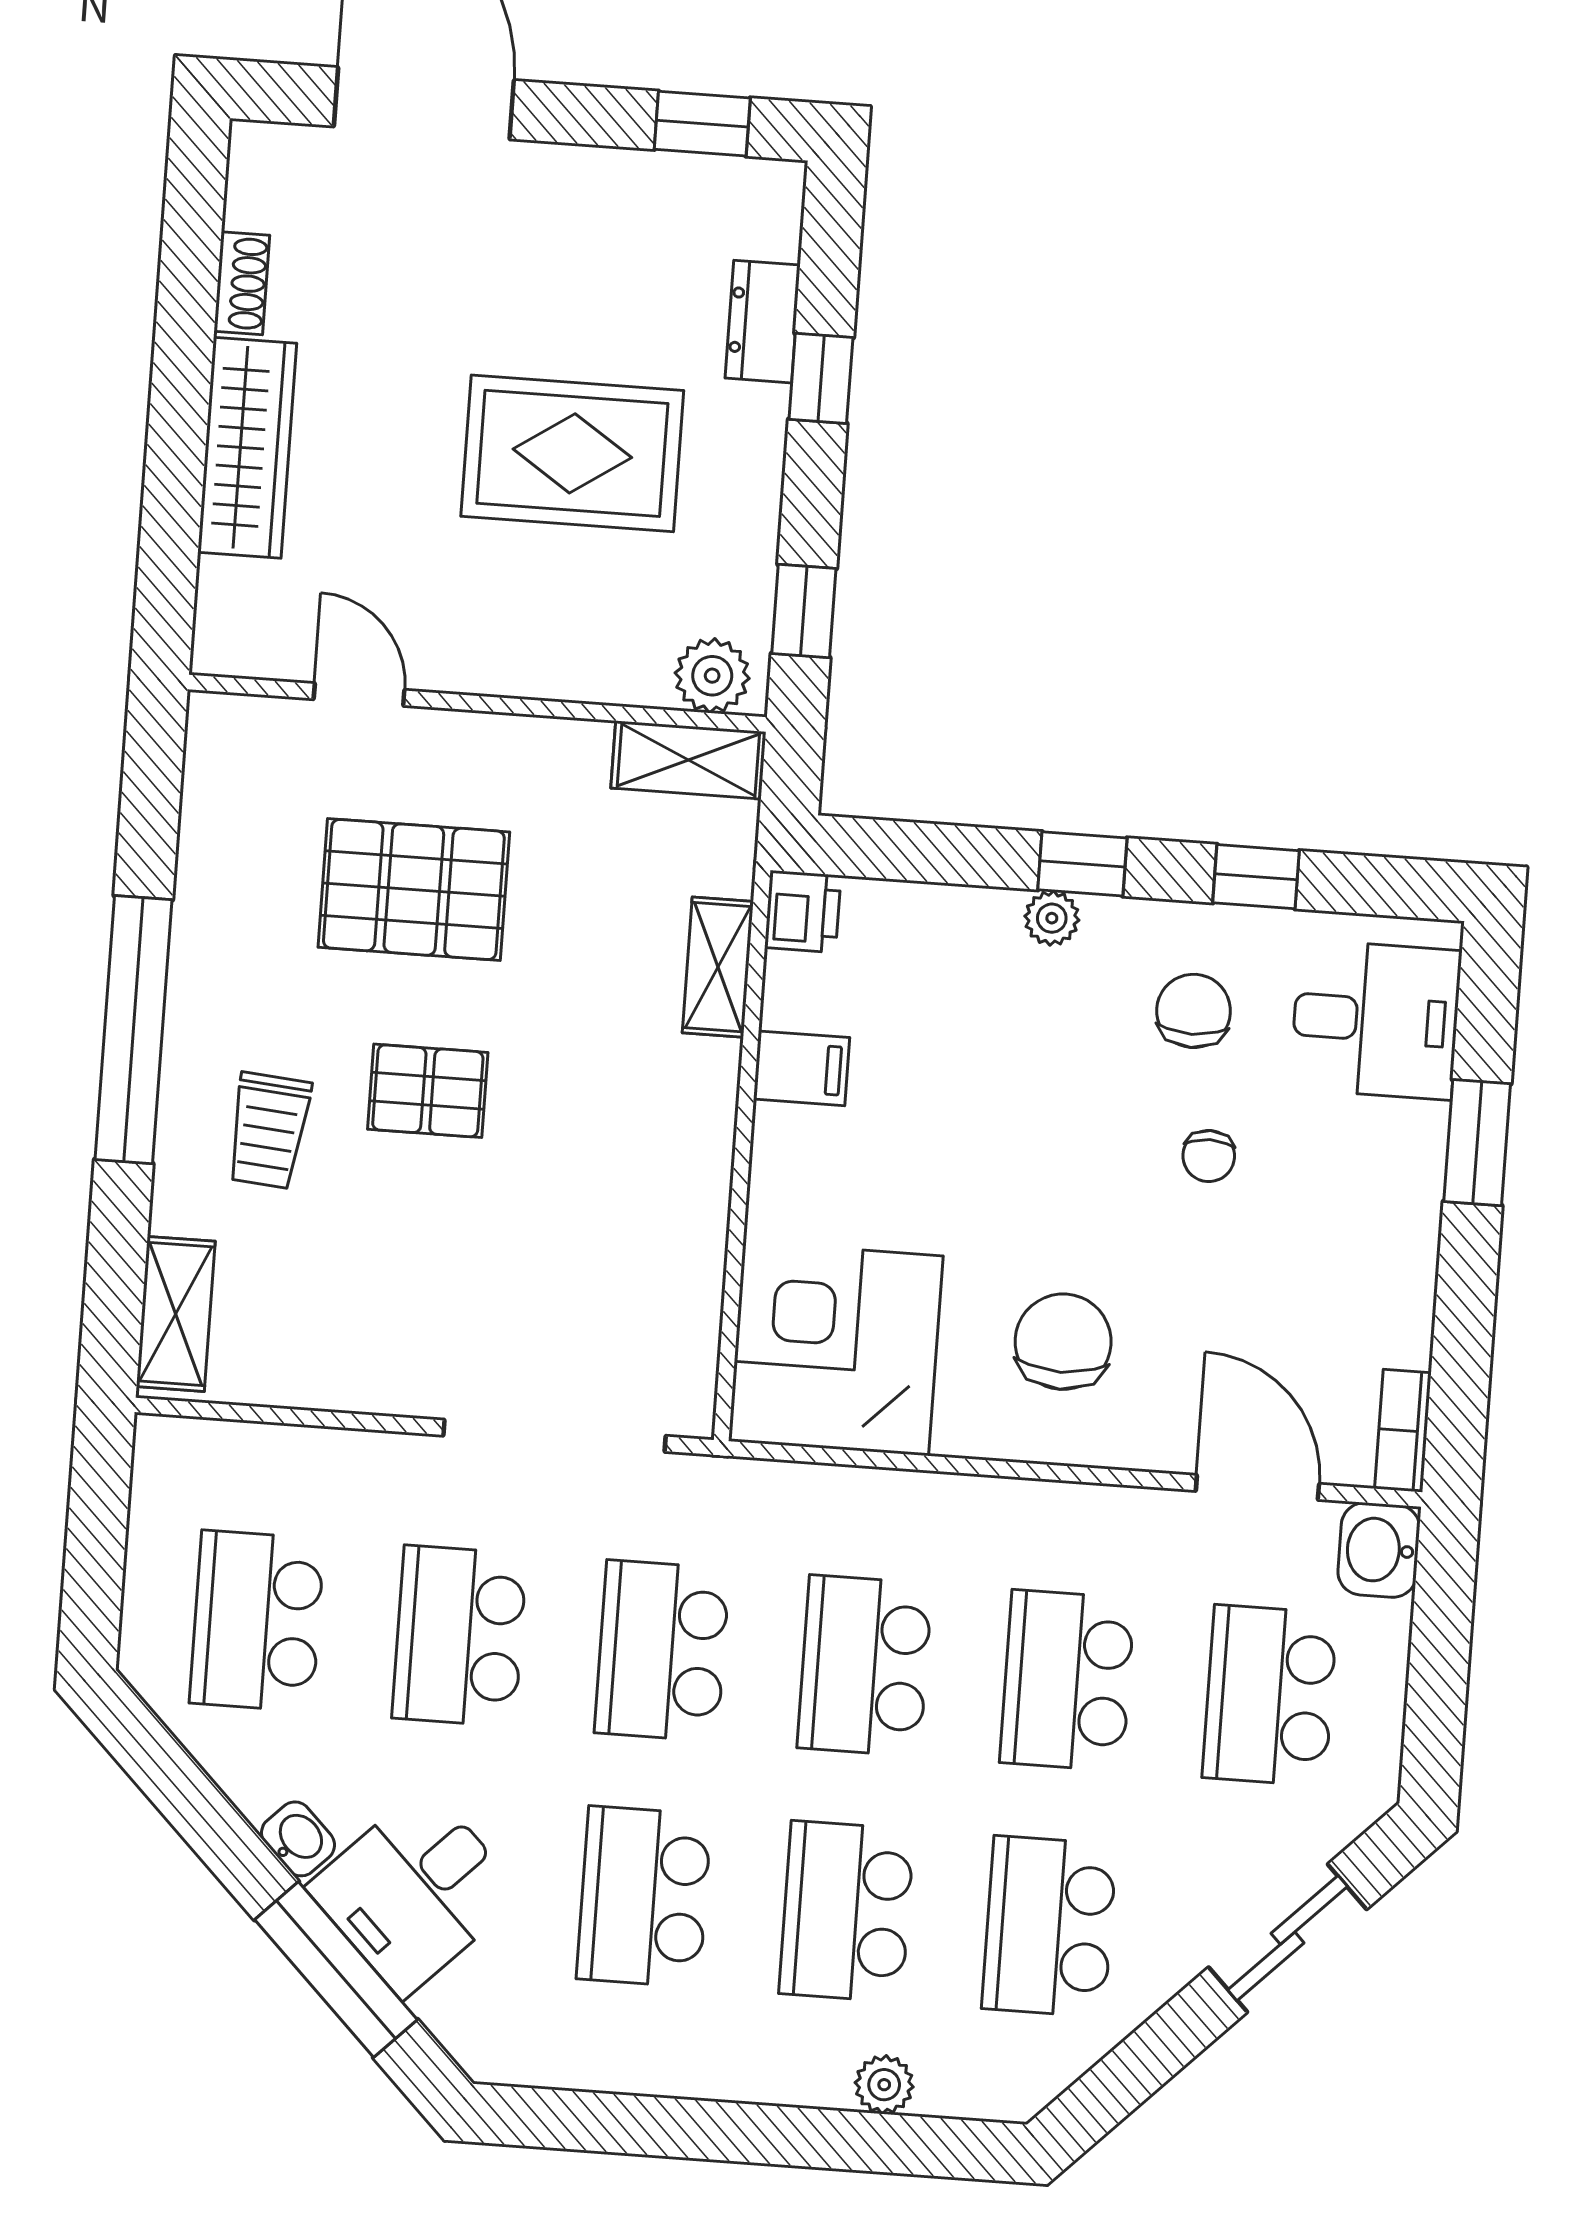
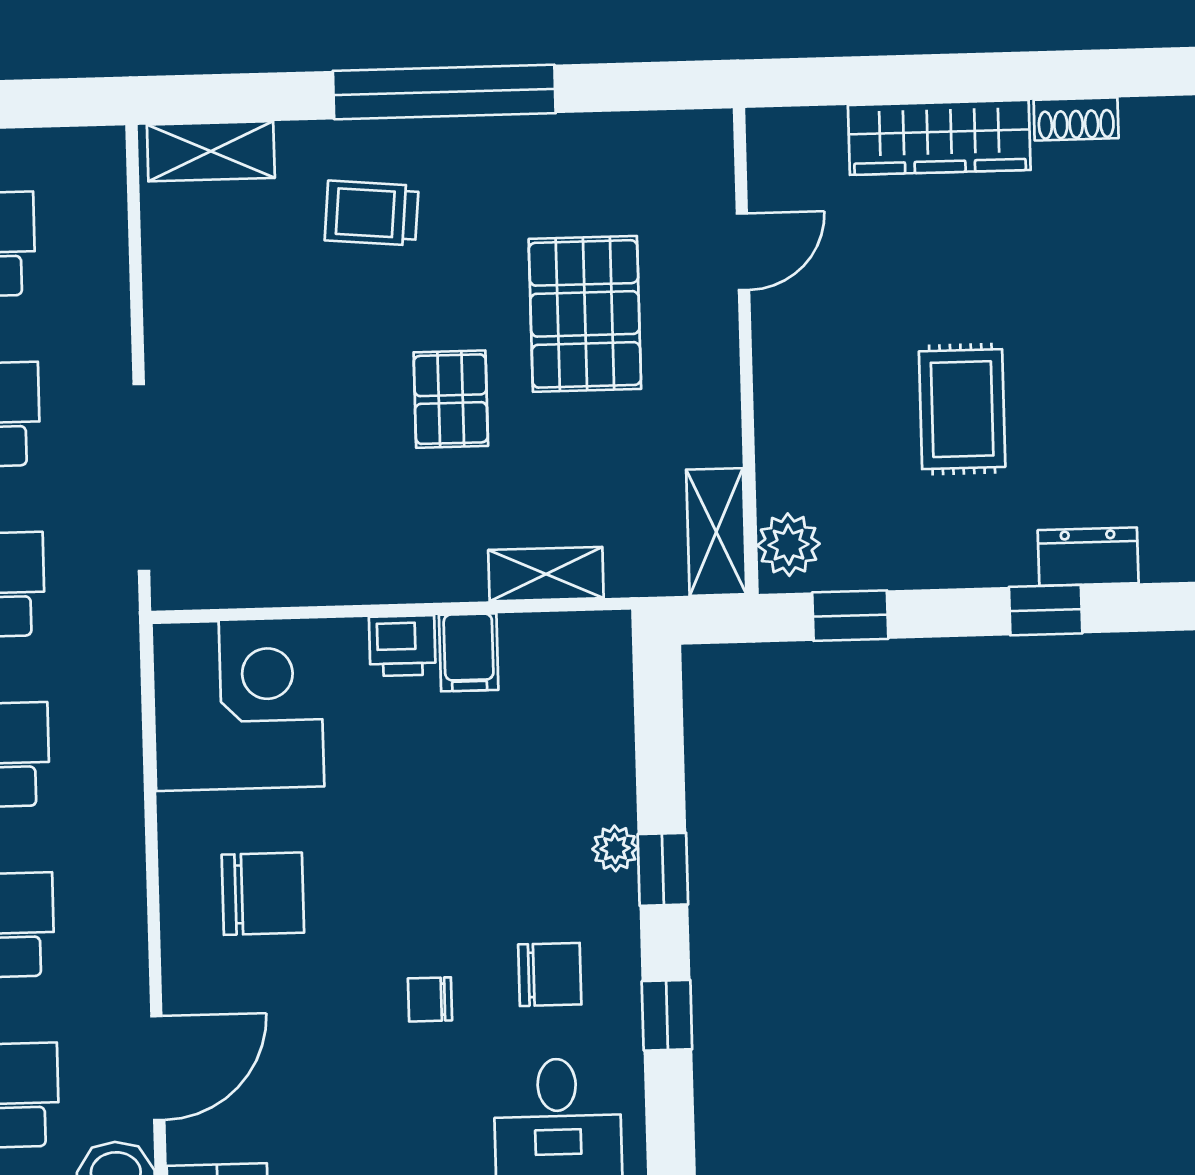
rug: (572, 453) -> (962, 409), width x0.73, depth x0.70
printer: (803, 912) -> (402, 646), moved
pallet: (428, 1091) -> (451, 399), moved

